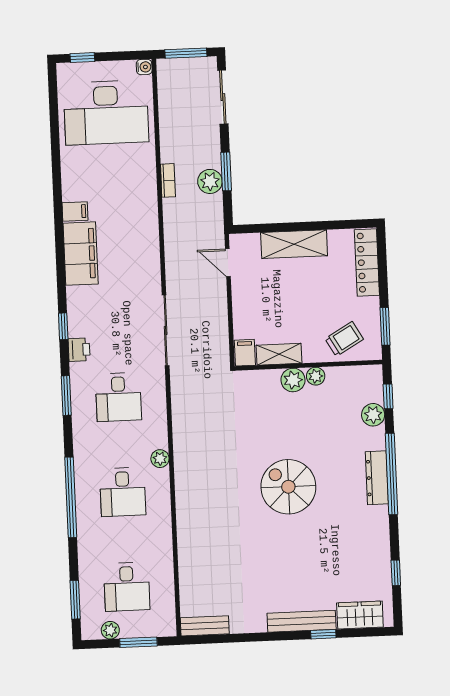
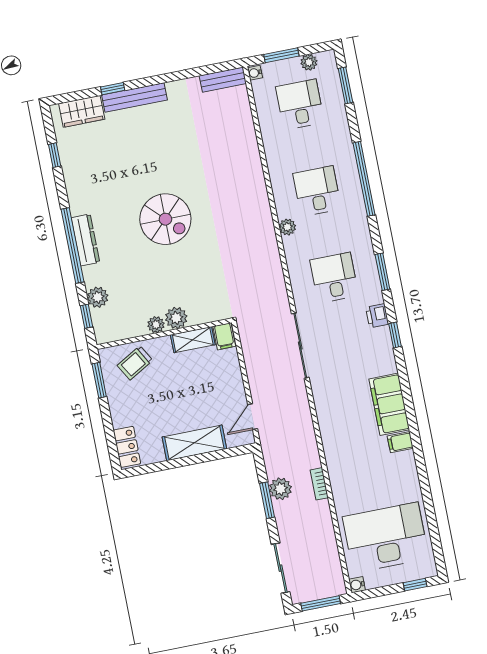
locker: (367, 262) -> (127, 447), width x0.66
door: (228, 263) -> (253, 417), swing flipped
water cooler: (169, 628) -> (255, 73), added

